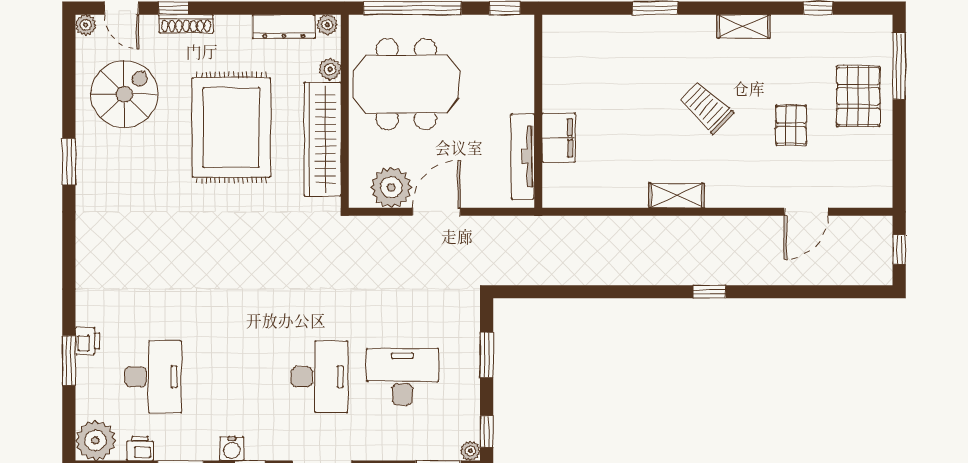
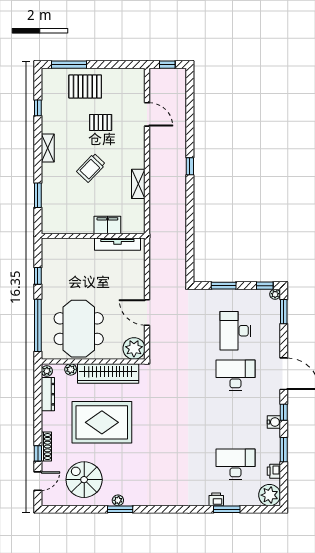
plant: (86, 25) -> (118, 500), moved
wall: (538, 111) -> (93, 236), moved
filing cabinet: (558, 138) -> (107, 225), moved
tv unit: (523, 156) -> (117, 244), moved
plant: (391, 187) -> (134, 348), moved

